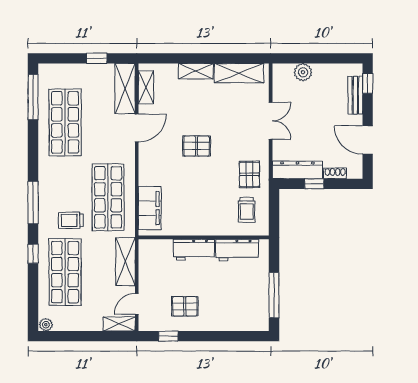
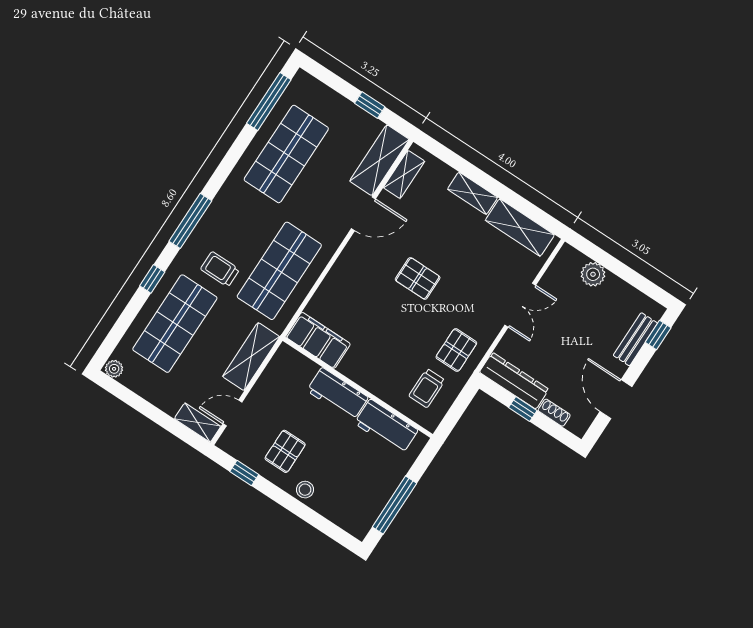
filing cabinet: (150, 208) -> (318, 340), moved, turned -90
pallet: (185, 306) -> (285, 451), turned 90
stool: (213, 322) -> (305, 490), added

